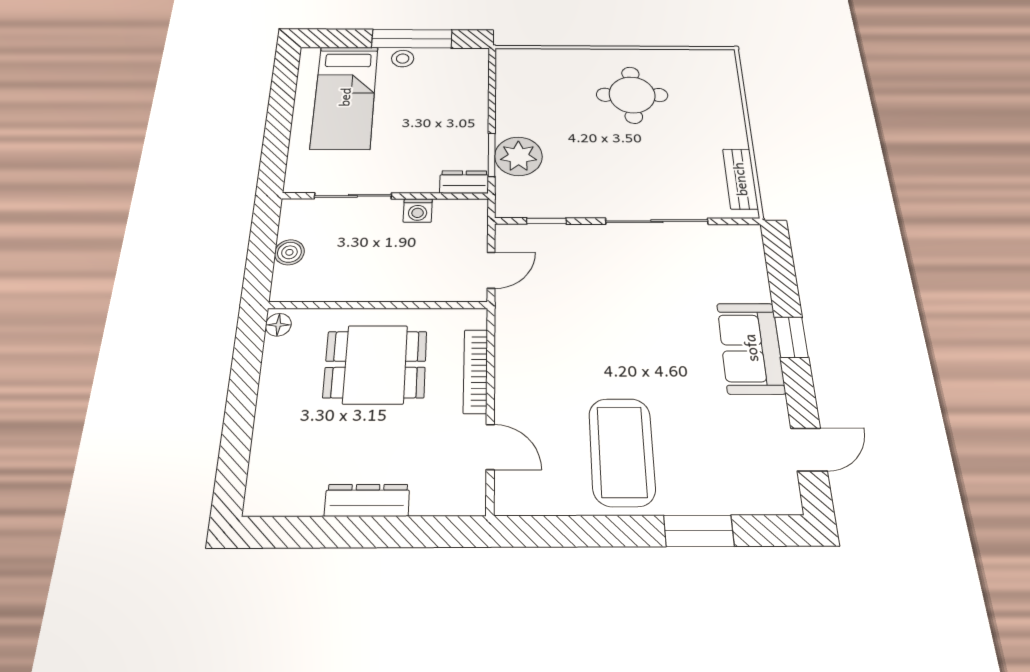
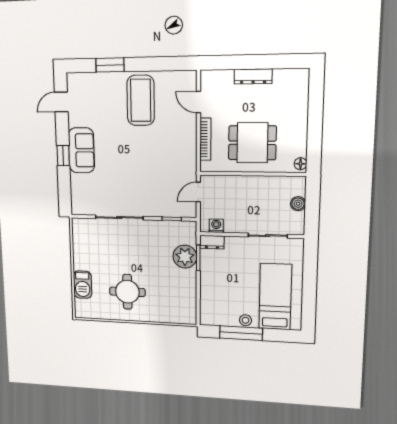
barbecue: (725, 104) -> (83, 285), added
bench: (740, 179) -> (79, 240), removed
washing machine: (418, 210) -> (216, 226), moved

